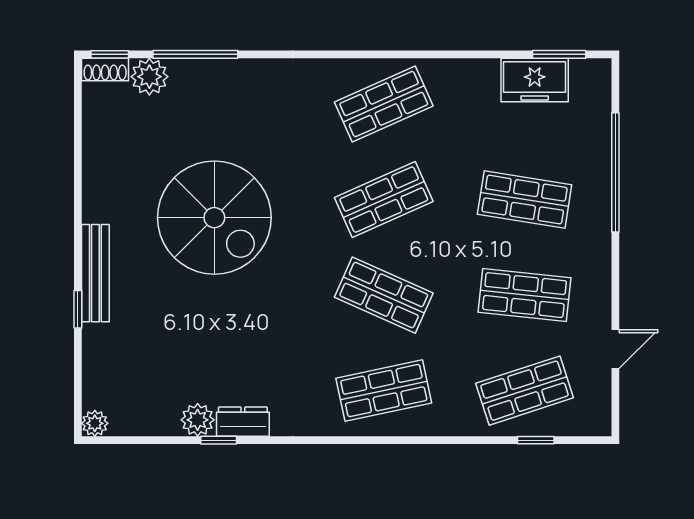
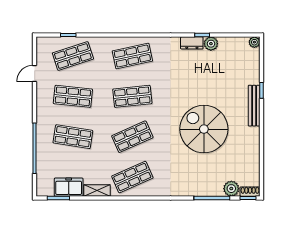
shelving: (468, 72) -> (97, 190), added
shop shelf: (384, 295) -> (132, 96), turned -30

